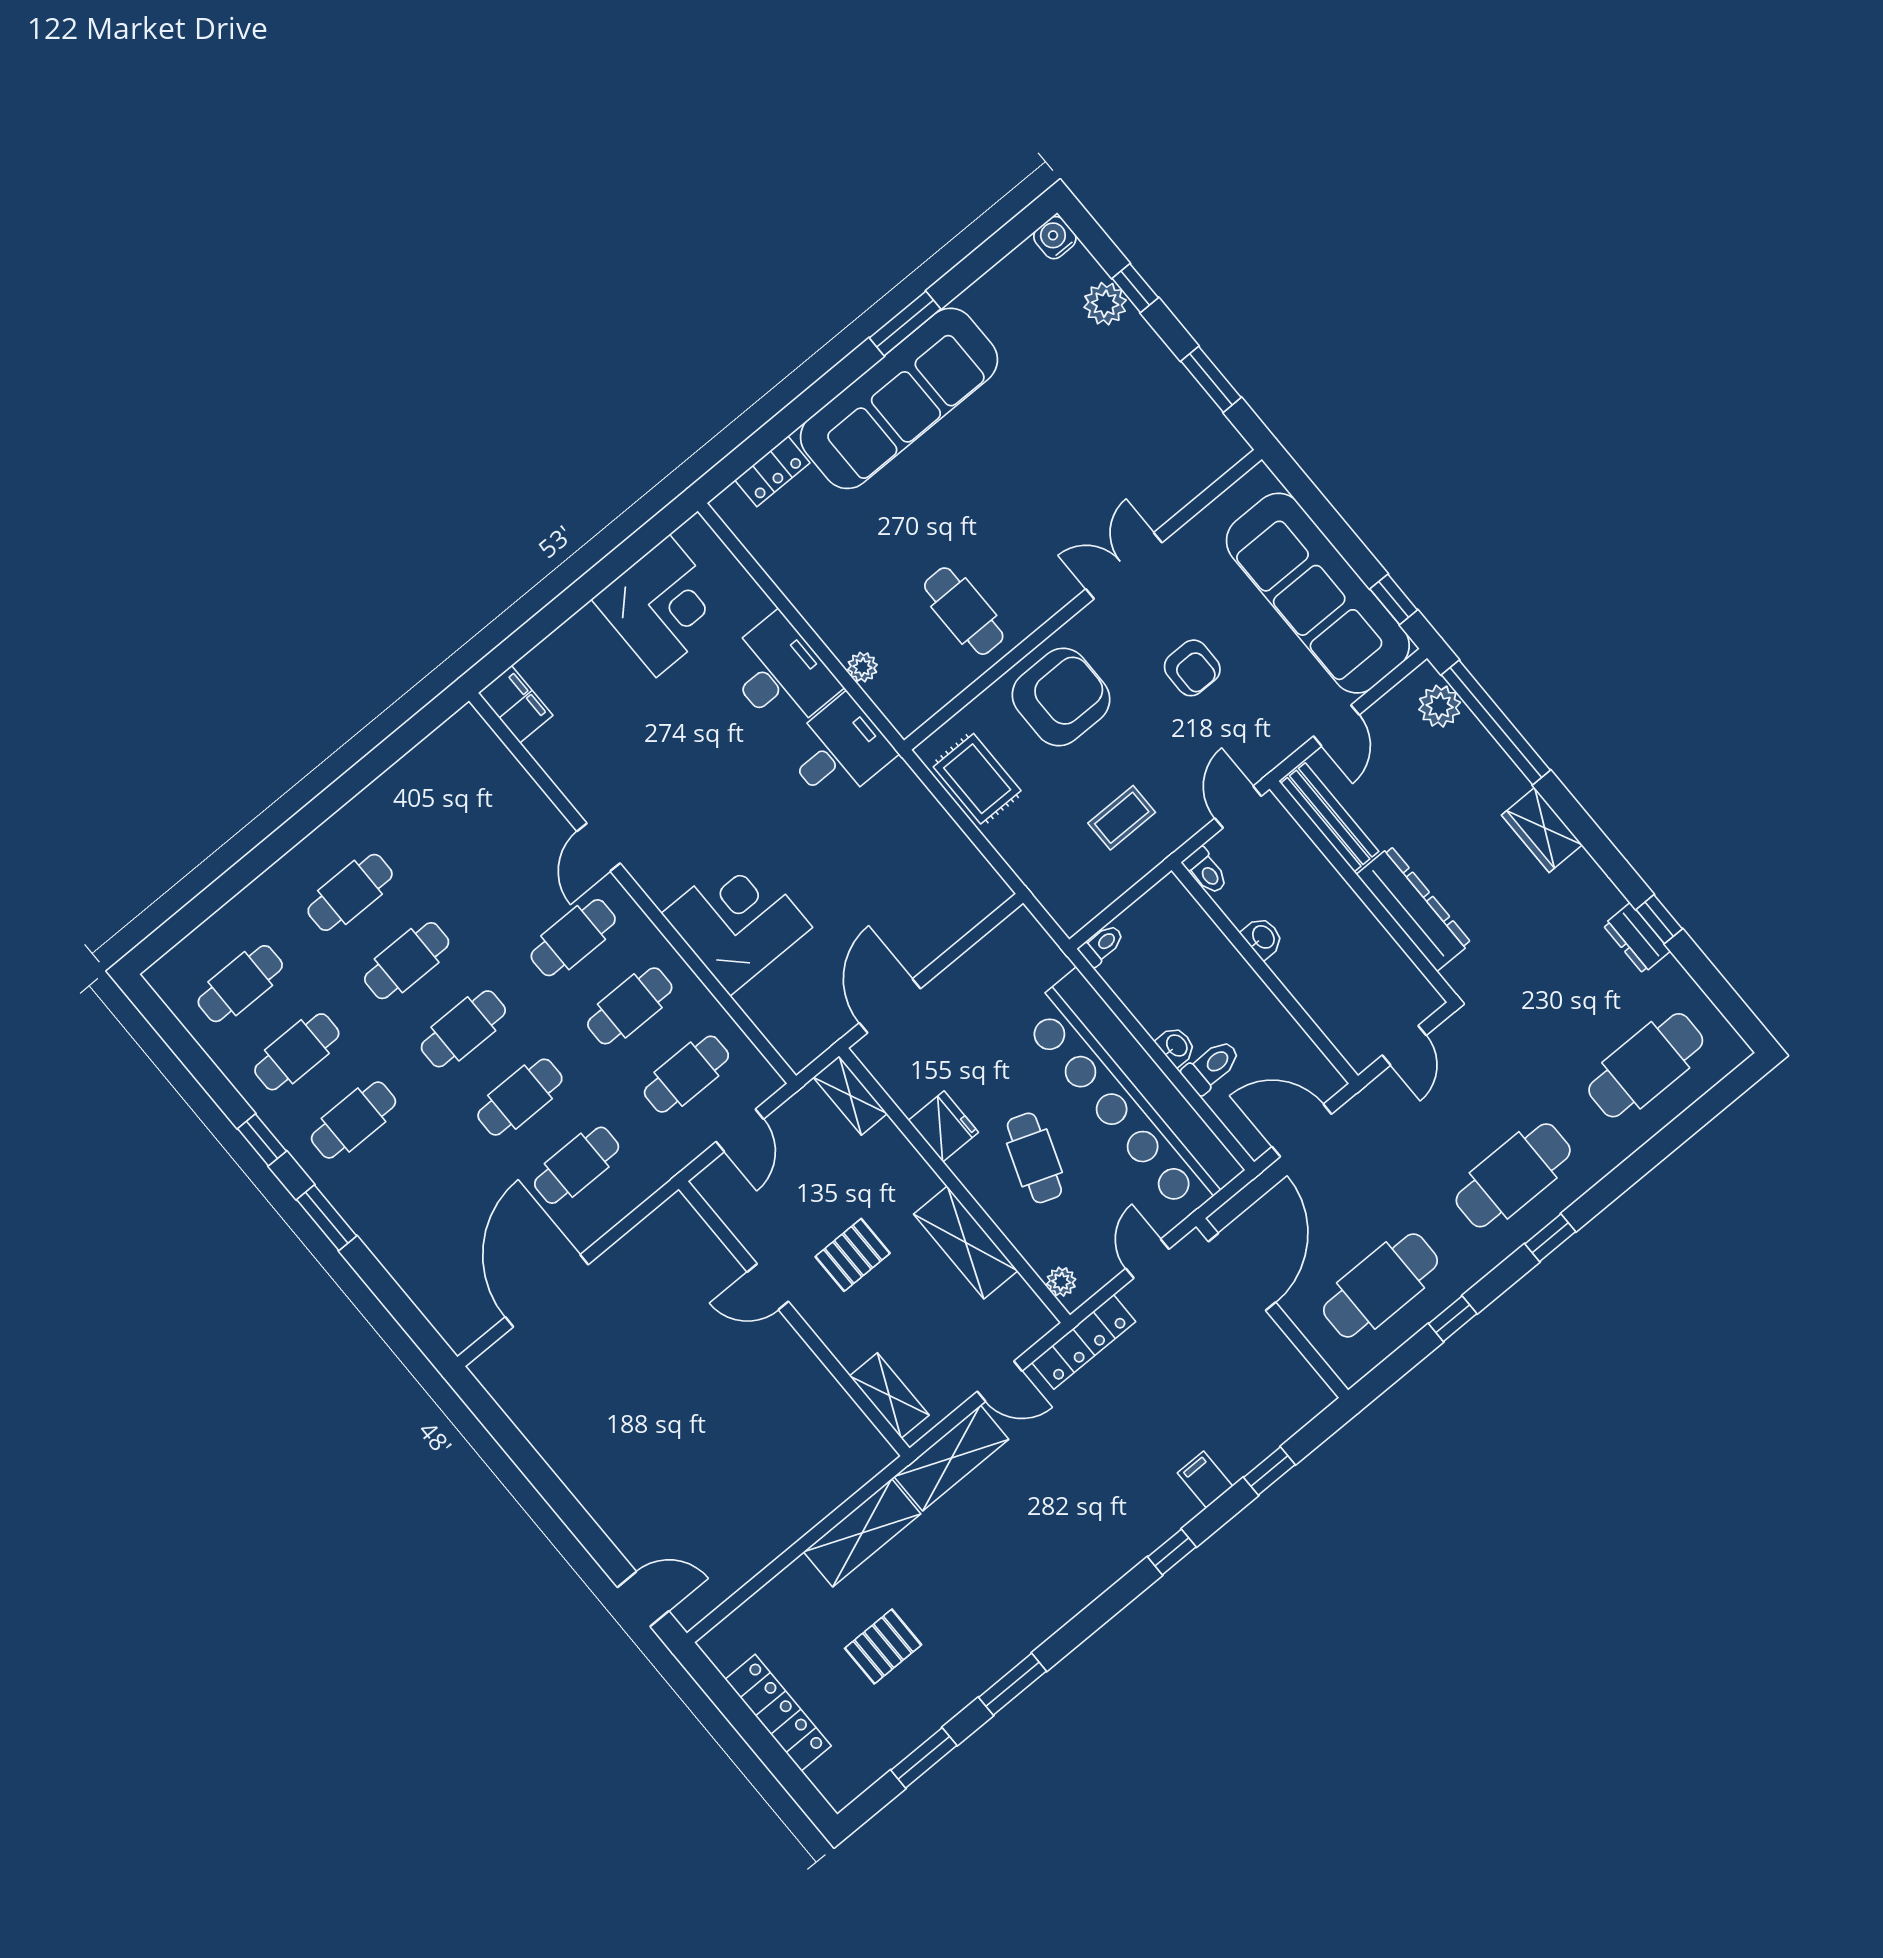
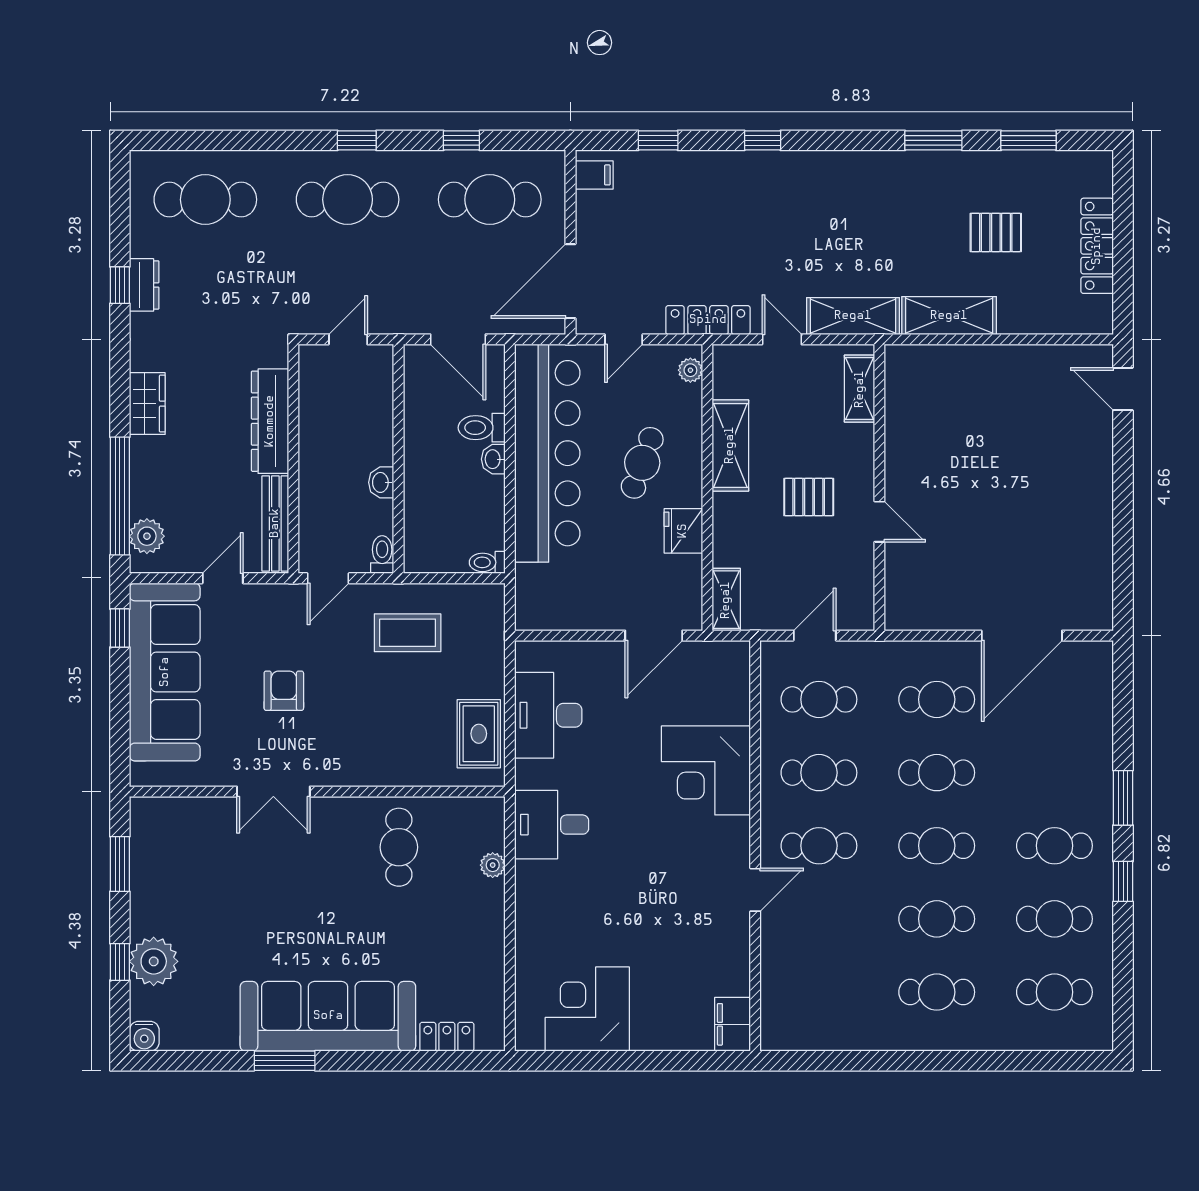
plant: (1105, 304) -> (154, 961), width x1.36, depth x1.36
desk: (780, 674) -> (548, 715), moved
armchair: (1061, 697) -> (382, 741), removed
coffee table: (1122, 818) -> (408, 633), width x1.36, depth x1.30
filing cabinet: (1205, 1480) -> (594, 175), moved, turned -90

